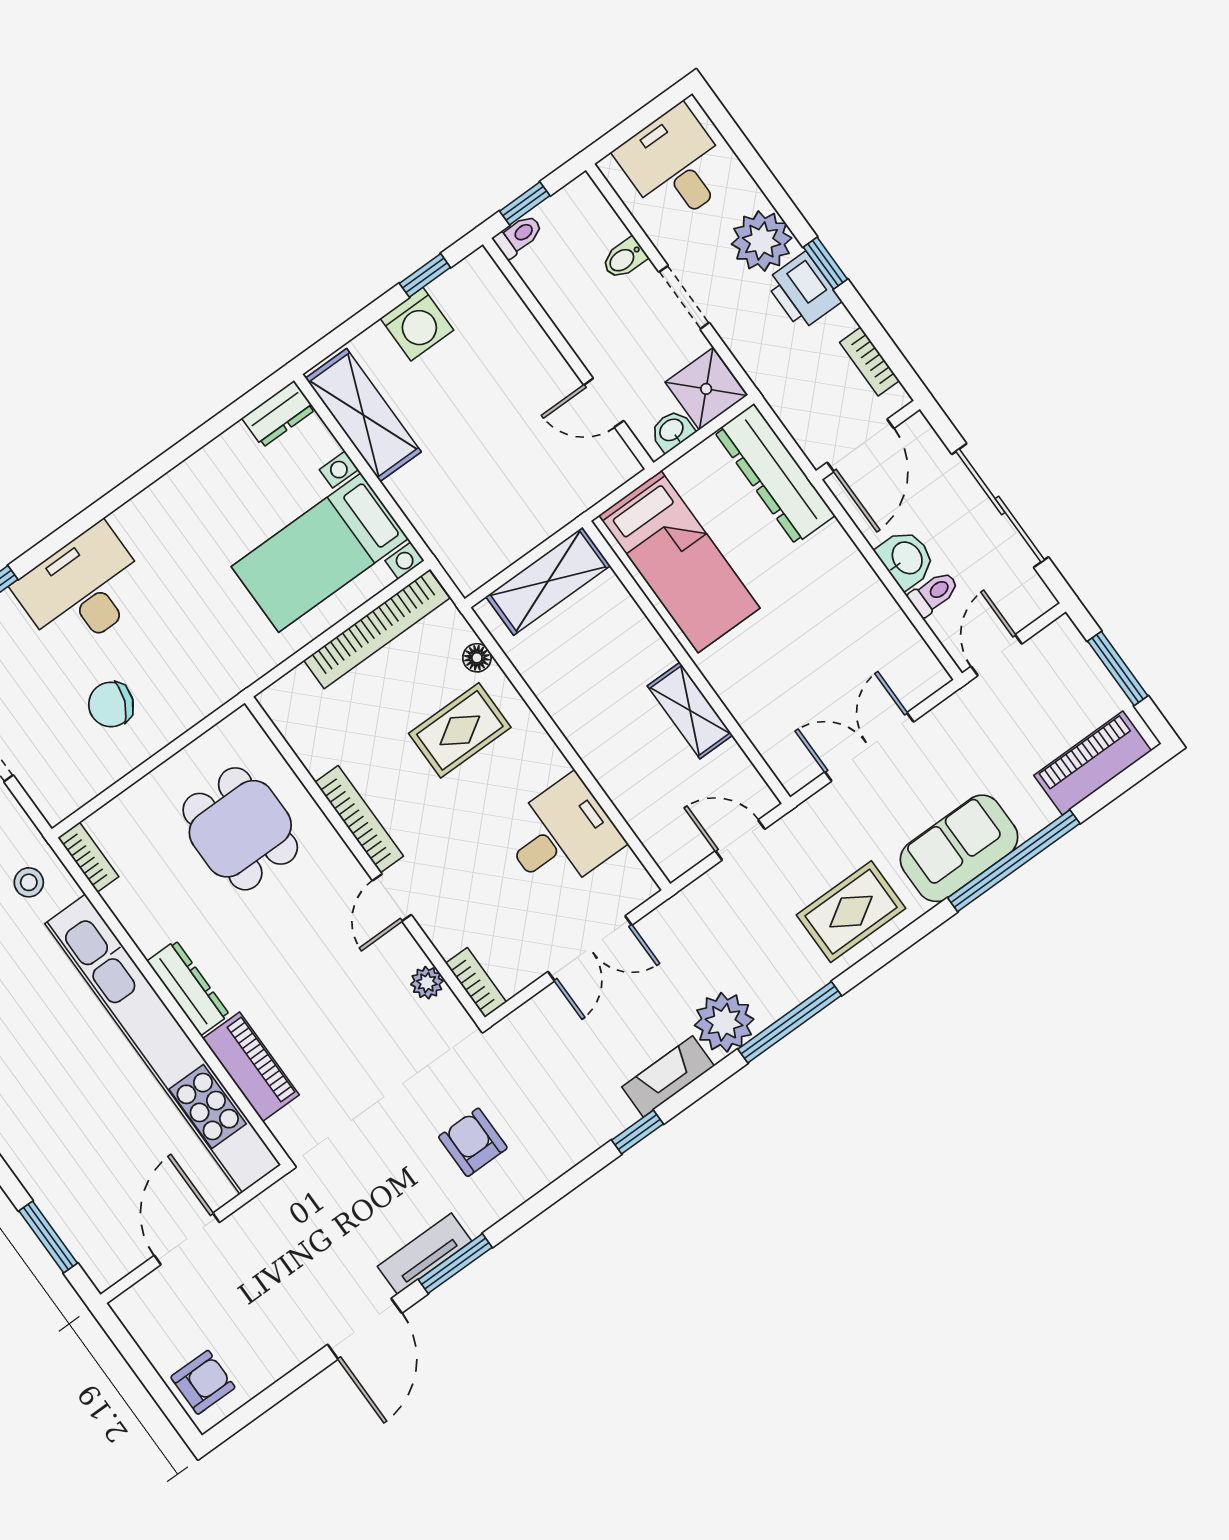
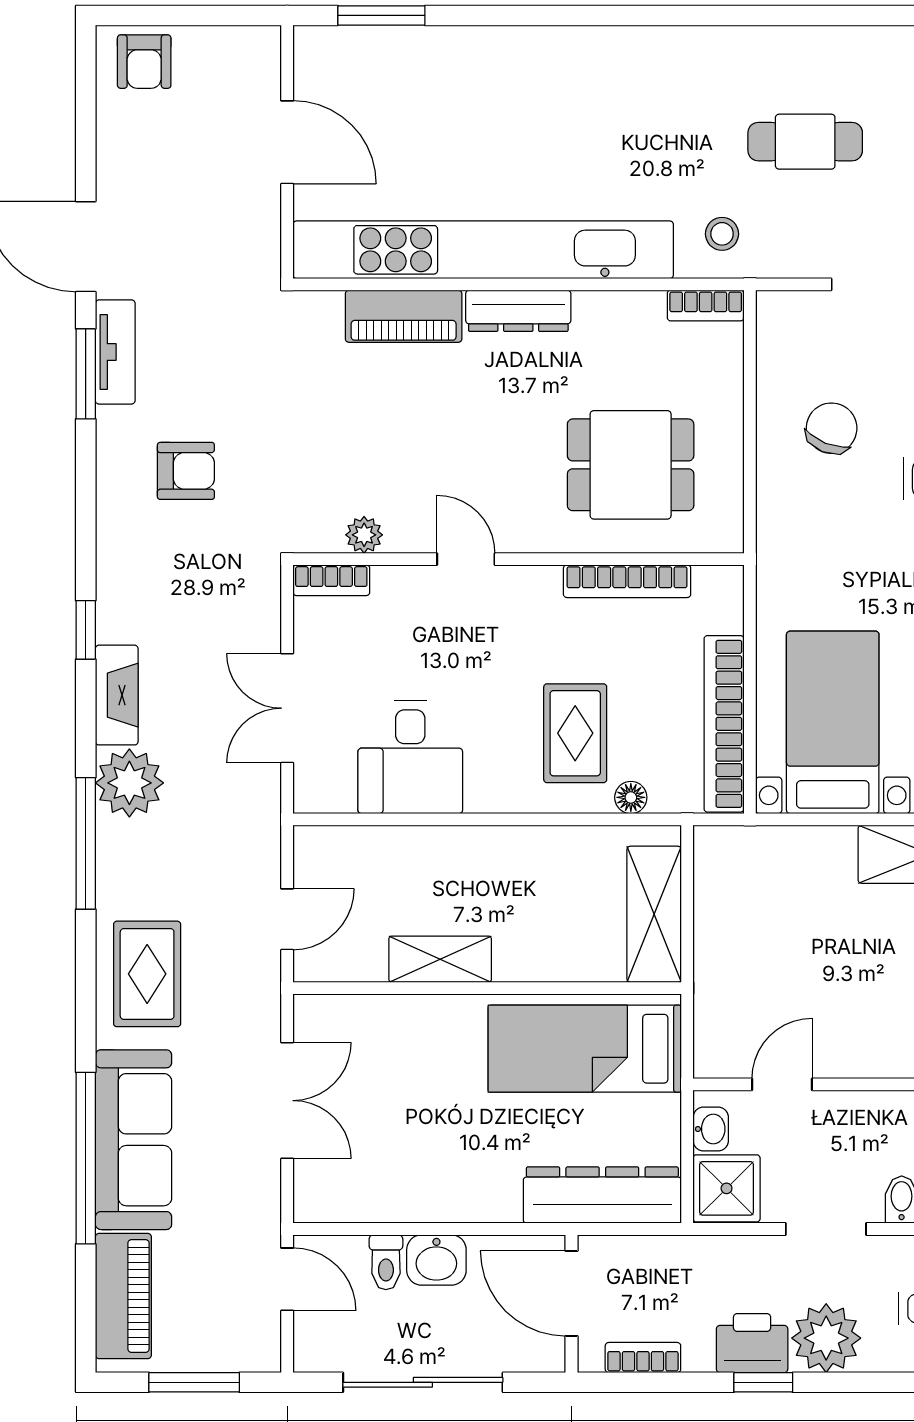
bookcase: (359, 819) -> (627, 581), moved
sofa: (959, 848) -> (134, 1140), width x1.36

